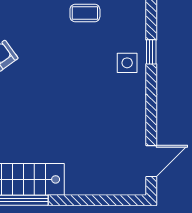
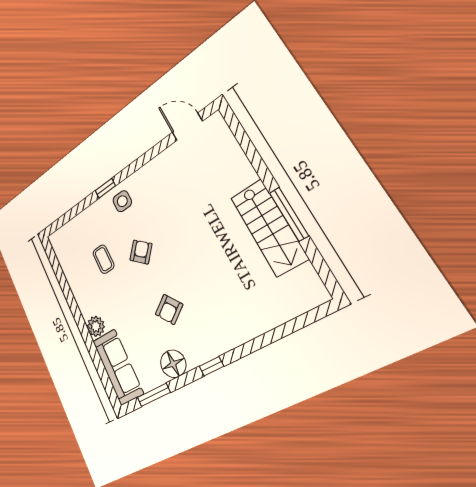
armchair: (69, 56) -> (141, 252), added

